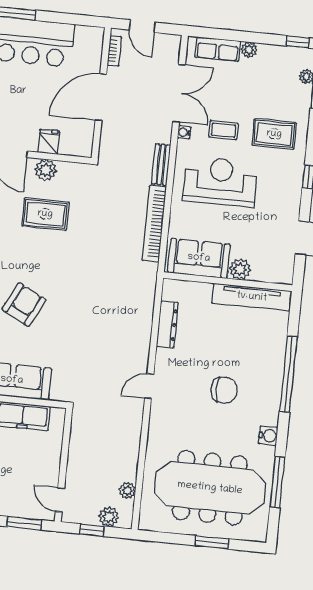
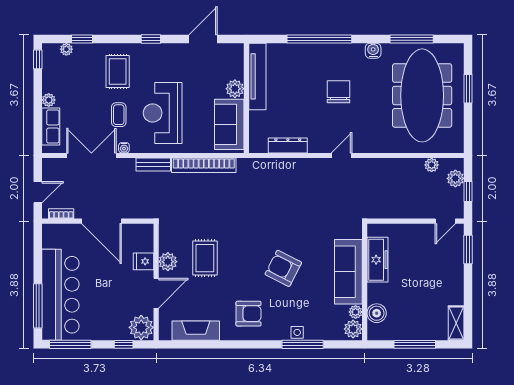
door: (149, 386) -> (342, 156), swing flipped

